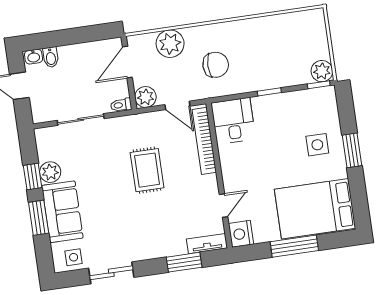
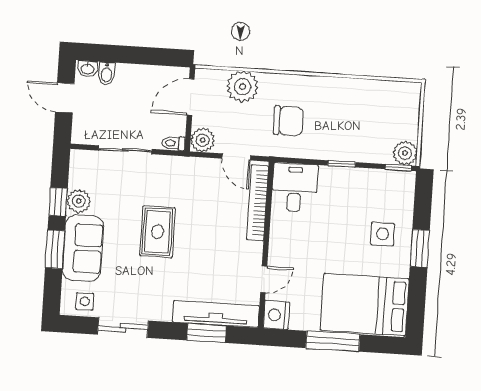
rug: (147, 170) -> (157, 232), moved
tv unit: (207, 244) -> (216, 314), width x1.92, depth x1.29

